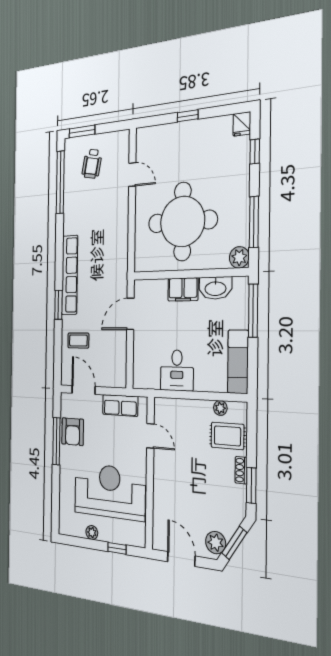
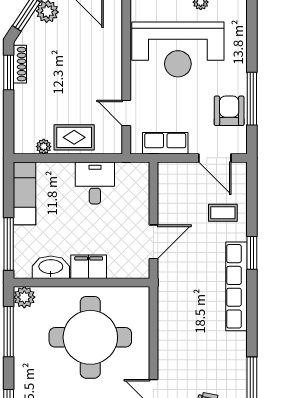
rug: (227, 436) -> (74, 137), moved
shoe rack: (241, 470) -> (20, 64), moved, width x1.43

